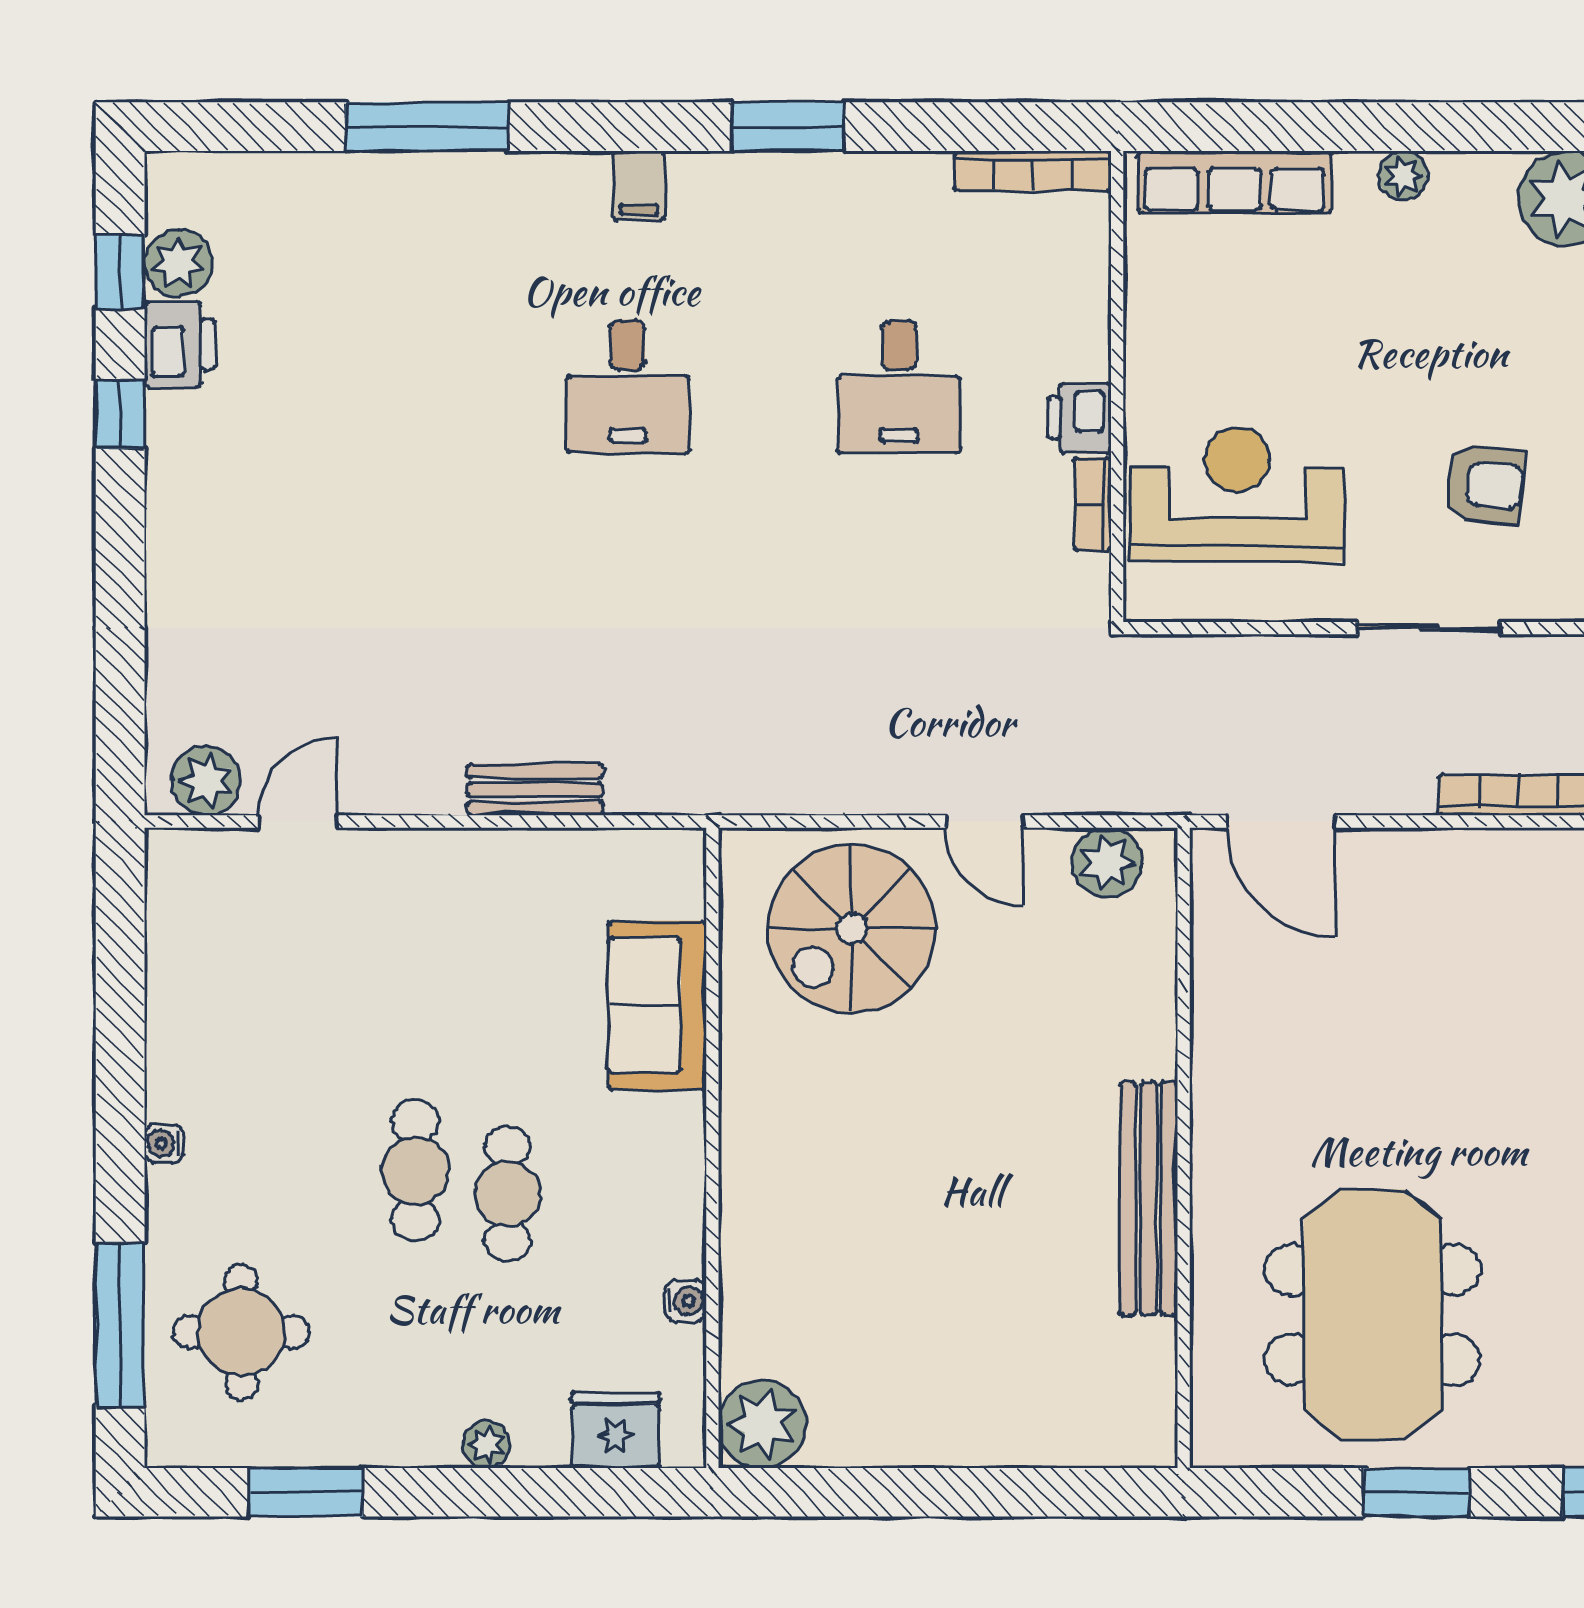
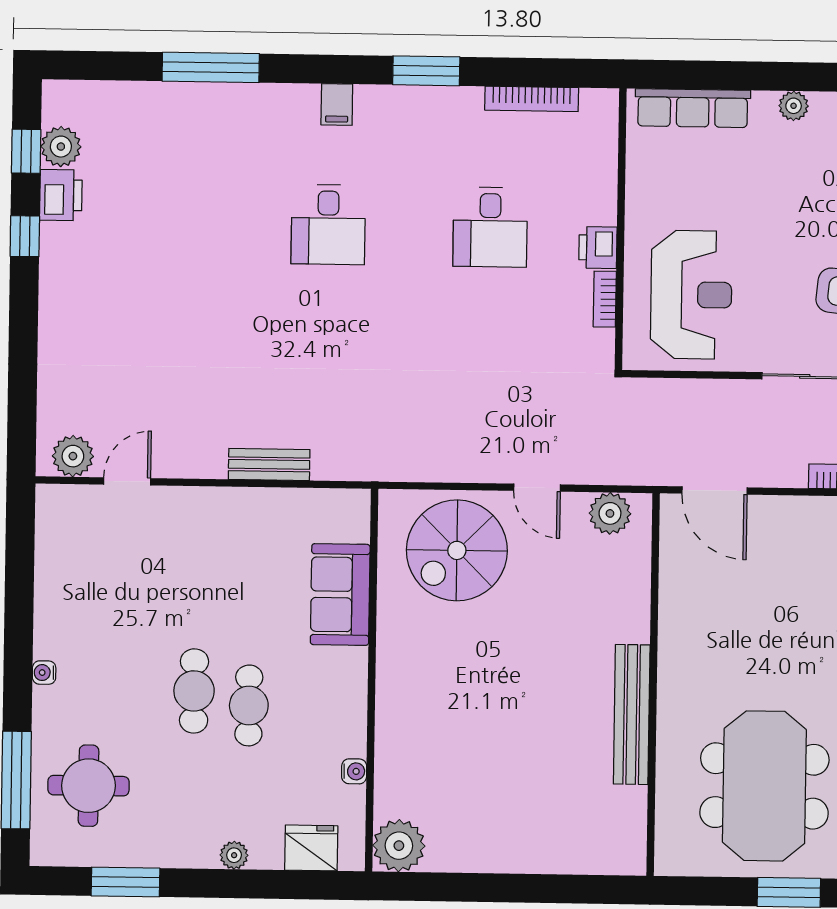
bookcase: (1033, 171) -> (532, 99), moved
reception desk: (1237, 494) -> (691, 295), turned 90

